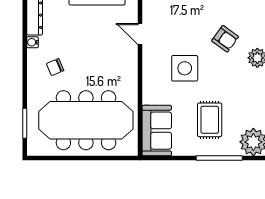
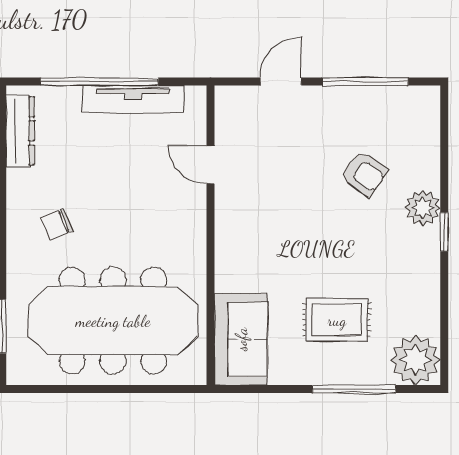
water cooler: (33, 42) -> (16, 180), removed
side table: (185, 68) -> (291, 227), removed
rug: (210, 120) -> (337, 320), turned 90

